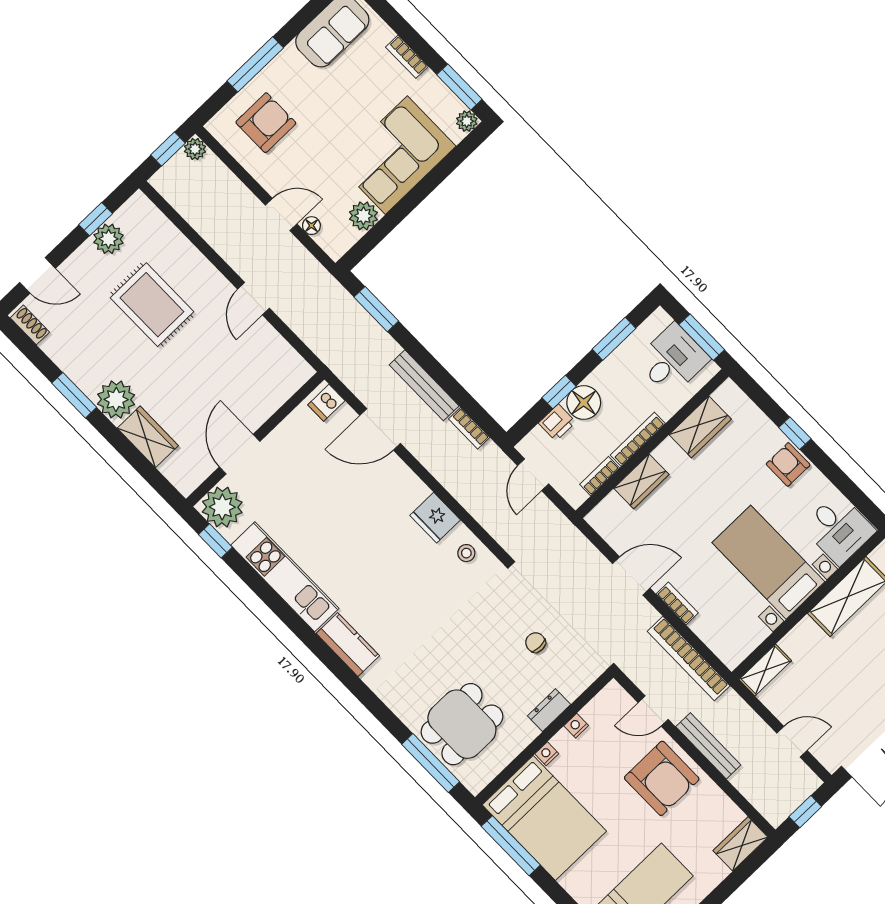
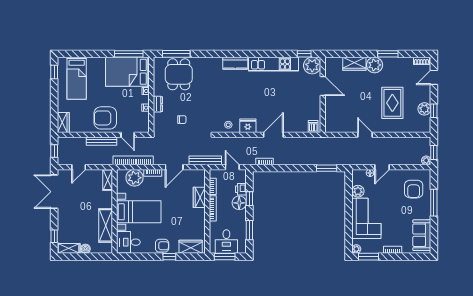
rug: (152, 305) -> (392, 103), turned 90
bench: (424, 385) -> (205, 160), moved
wardrobe: (700, 427) -> (191, 247), moved, turned 90
door: (380, 429) -> (273, 135), moved
plant: (716, 627) -> (134, 178), added
door: (653, 711) -> (128, 135), swing flipped

